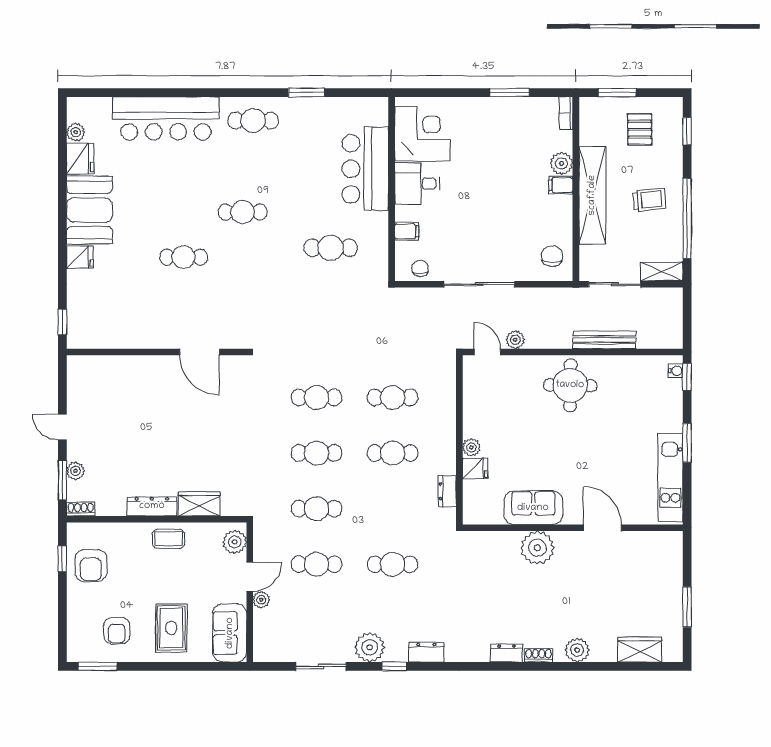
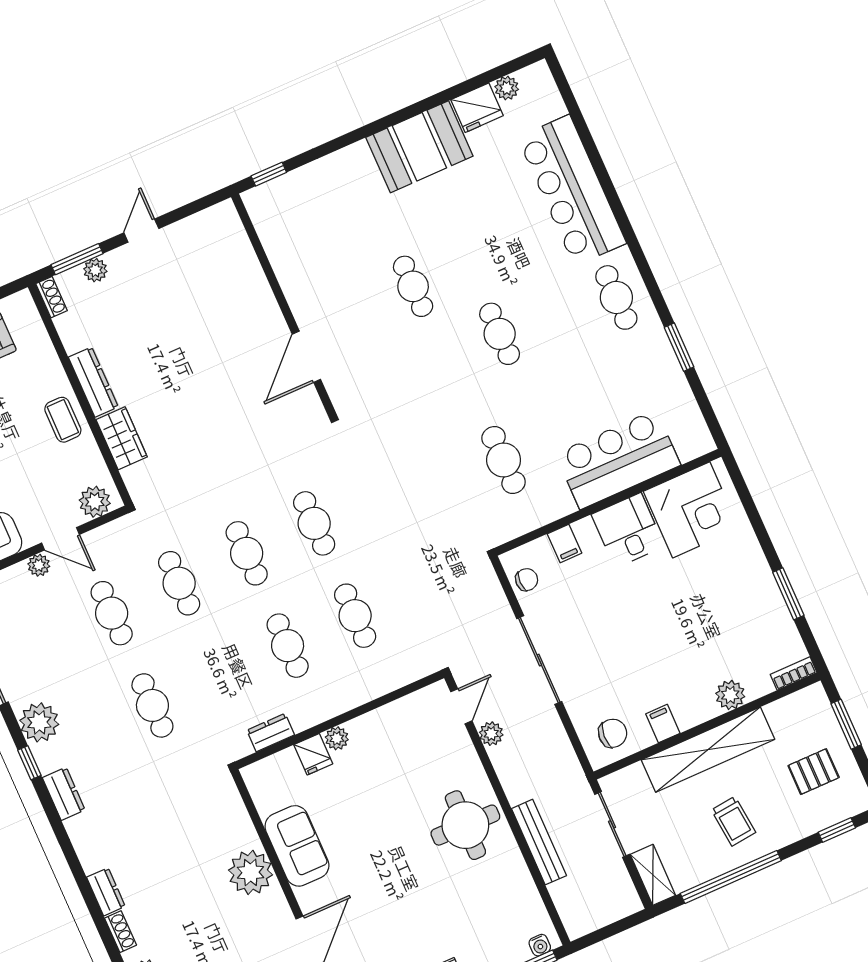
filing cabinet: (561, 185) -> (663, 724), moved
fridge: (80, 257) -> (357, 160), removed

